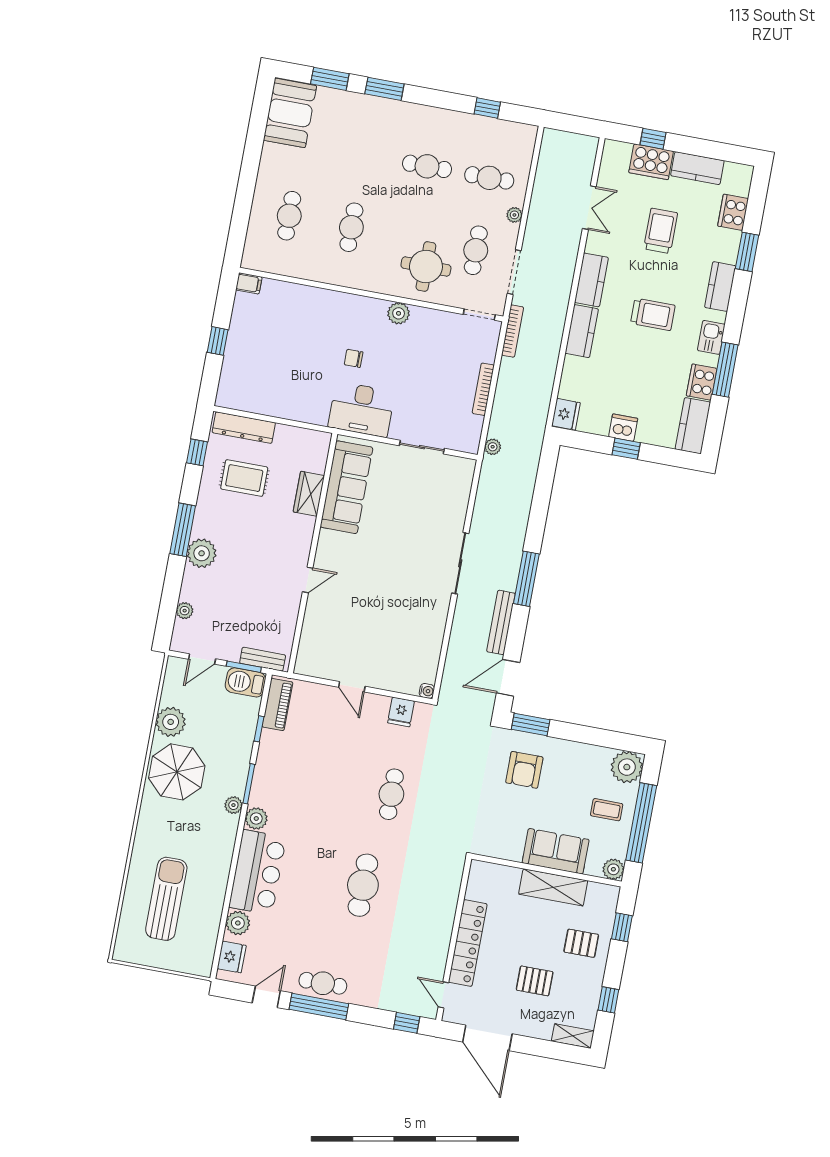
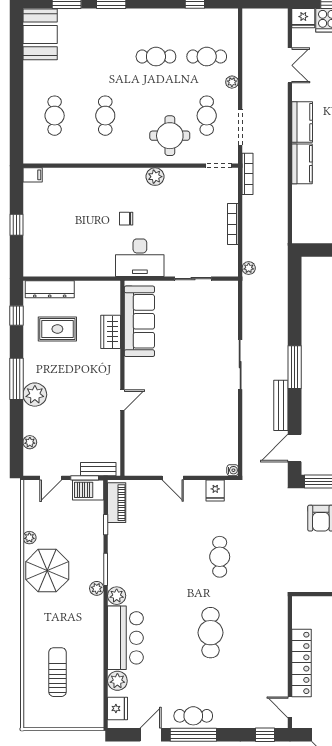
fridge: (566, 414) -> (303, 18), moved, turned 90
plant: (171, 722) -> (29, 538), width x0.53, depth x0.53
sun lounger: (166, 899) -> (57, 672), width x0.73, depth x0.75

